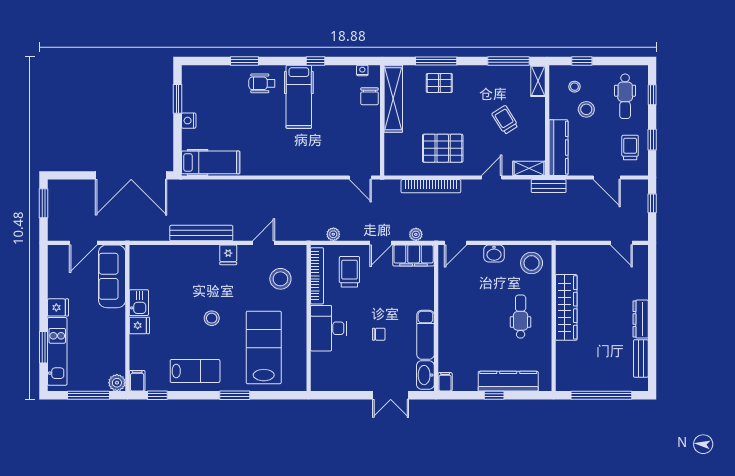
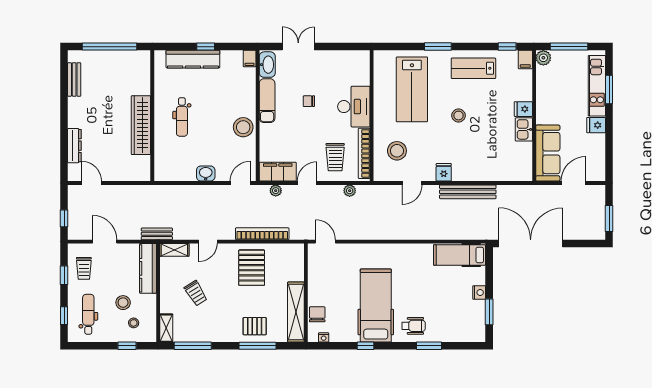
hospital bed: (299, 97) -> (376, 306), width x1.37, depth x1.29
pallet: (443, 148) -> (252, 268), turned 90
stool: (532, 263) -> (243, 127), moved
dresser: (641, 319) -> (74, 146), moved

